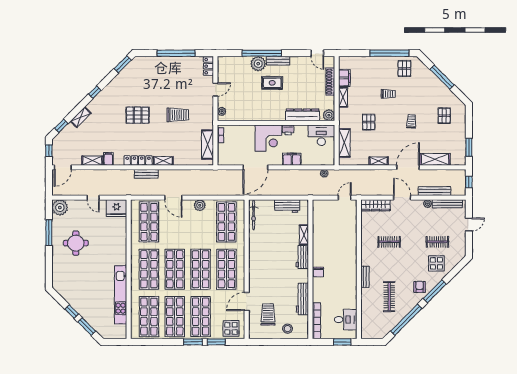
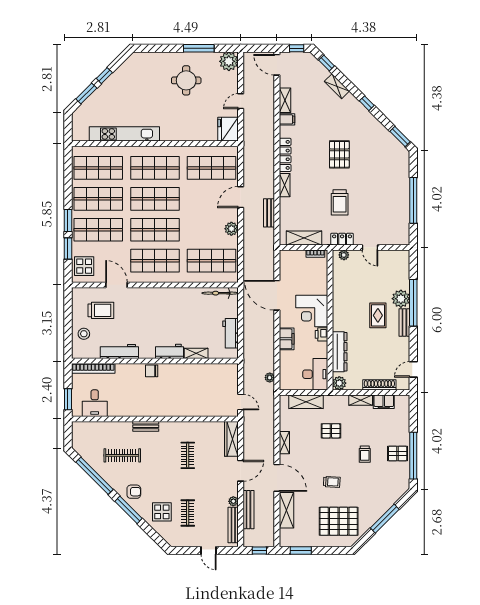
locker: (208, 66) -> (342, 239), moved
pallet: (404, 68) -> (398, 454), moved
pallet: (444, 116) -> (339, 521), width x2.05, depth x2.00
bench: (146, 174) -> (269, 213), moved

